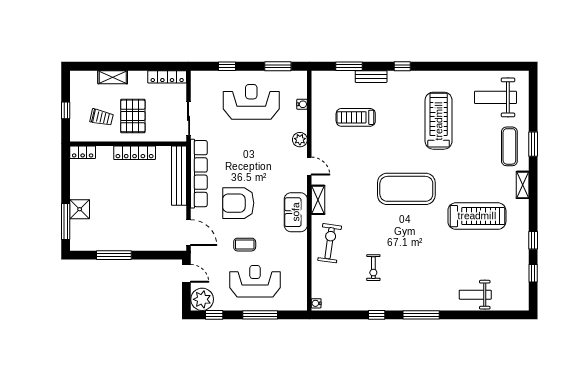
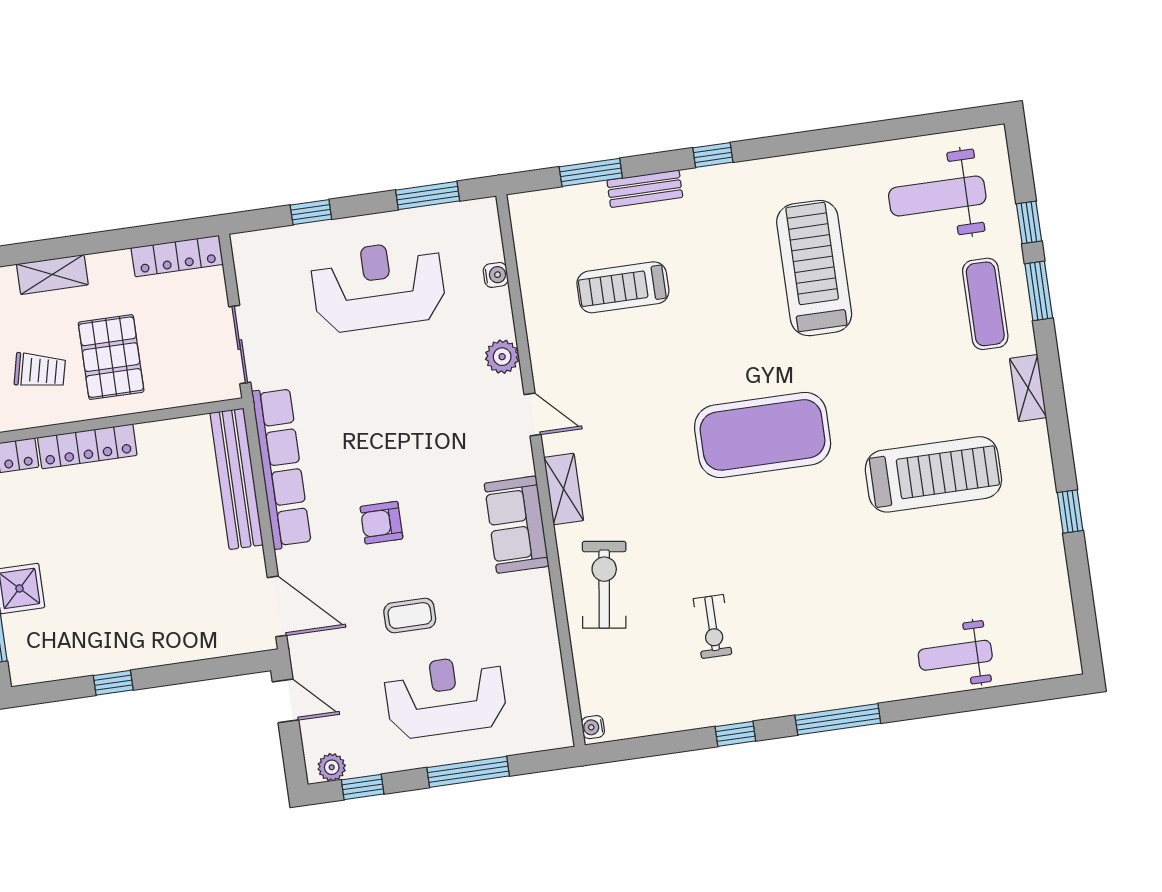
locker: (135, 153) -> (87, 446), moved
armchair: (238, 203) -> (381, 523), width x0.53, depth x0.53
window: (114, 255) -> (113, 683), width x0.46
window: (533, 273) -> (1029, 222), moved
plant: (202, 299) -> (332, 767), width x0.53, depth x0.53

